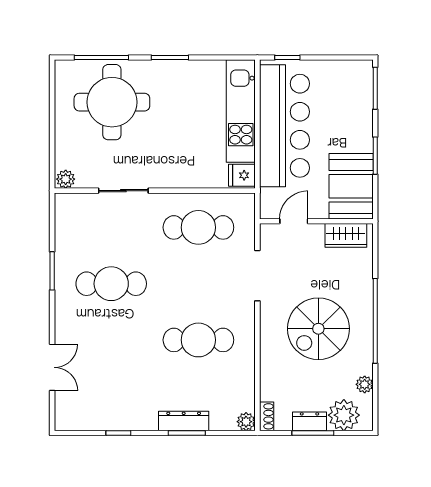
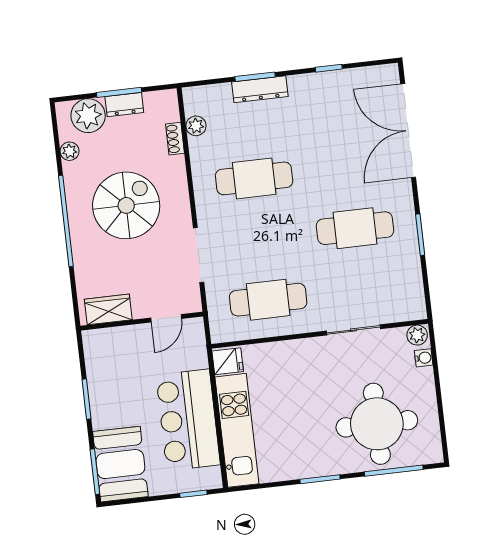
bar counter: (284, 126) -> (188, 420), width x0.73
water cooler: (62, 158) -> (424, 358), added
booth: (351, 186) -> (120, 464), moved
double door: (52, 367) -> (408, 131), width x1.87
shoe rack: (267, 416) -> (175, 139), moved
plant: (246, 422) -> (196, 126), moved

